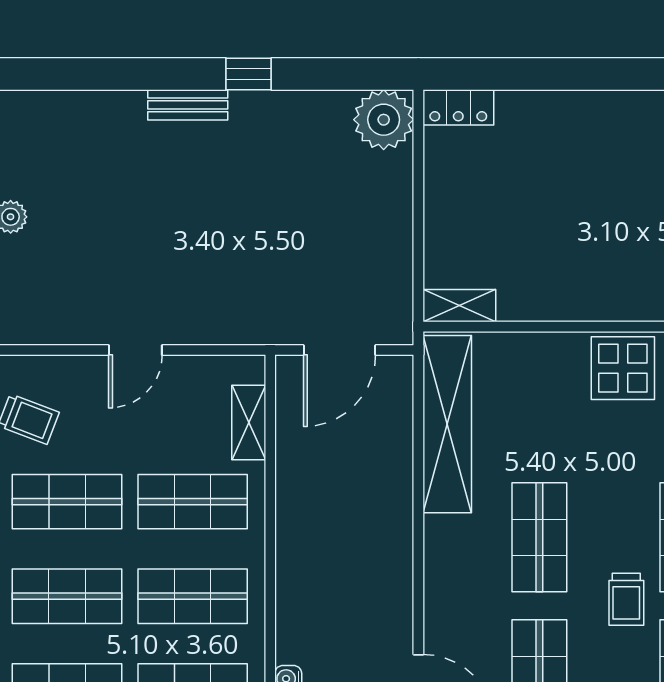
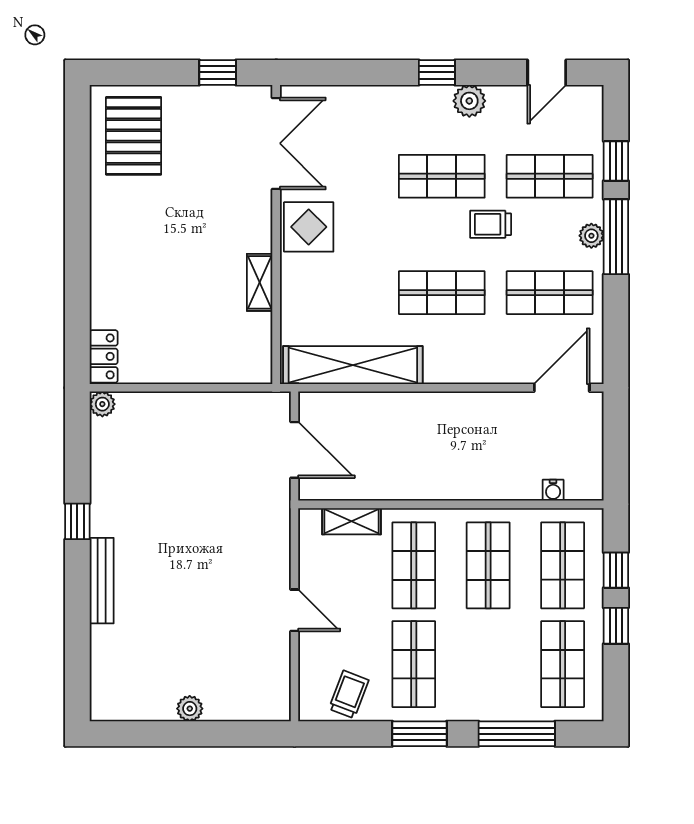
bench: (188, 105) -> (102, 581), width x1.36
plant: (384, 120) -> (102, 404), width x0.53, depth x0.53
shelving: (459, 306) -> (260, 282), moved
shop shelf: (67, 596) -> (488, 664), removed
trolley: (626, 599) -> (491, 224), turned 180

